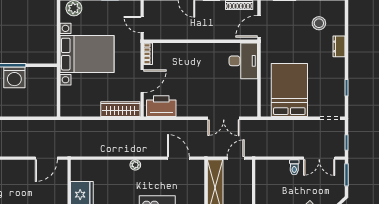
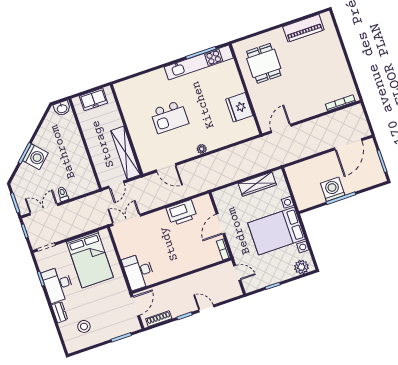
desk: (331, 76) -> (58, 284), added
printer: (161, 106) -> (182, 213), moved
wardrobe: (120, 109) -> (257, 184), moved
double door: (224, 118) -> (126, 220), moved

